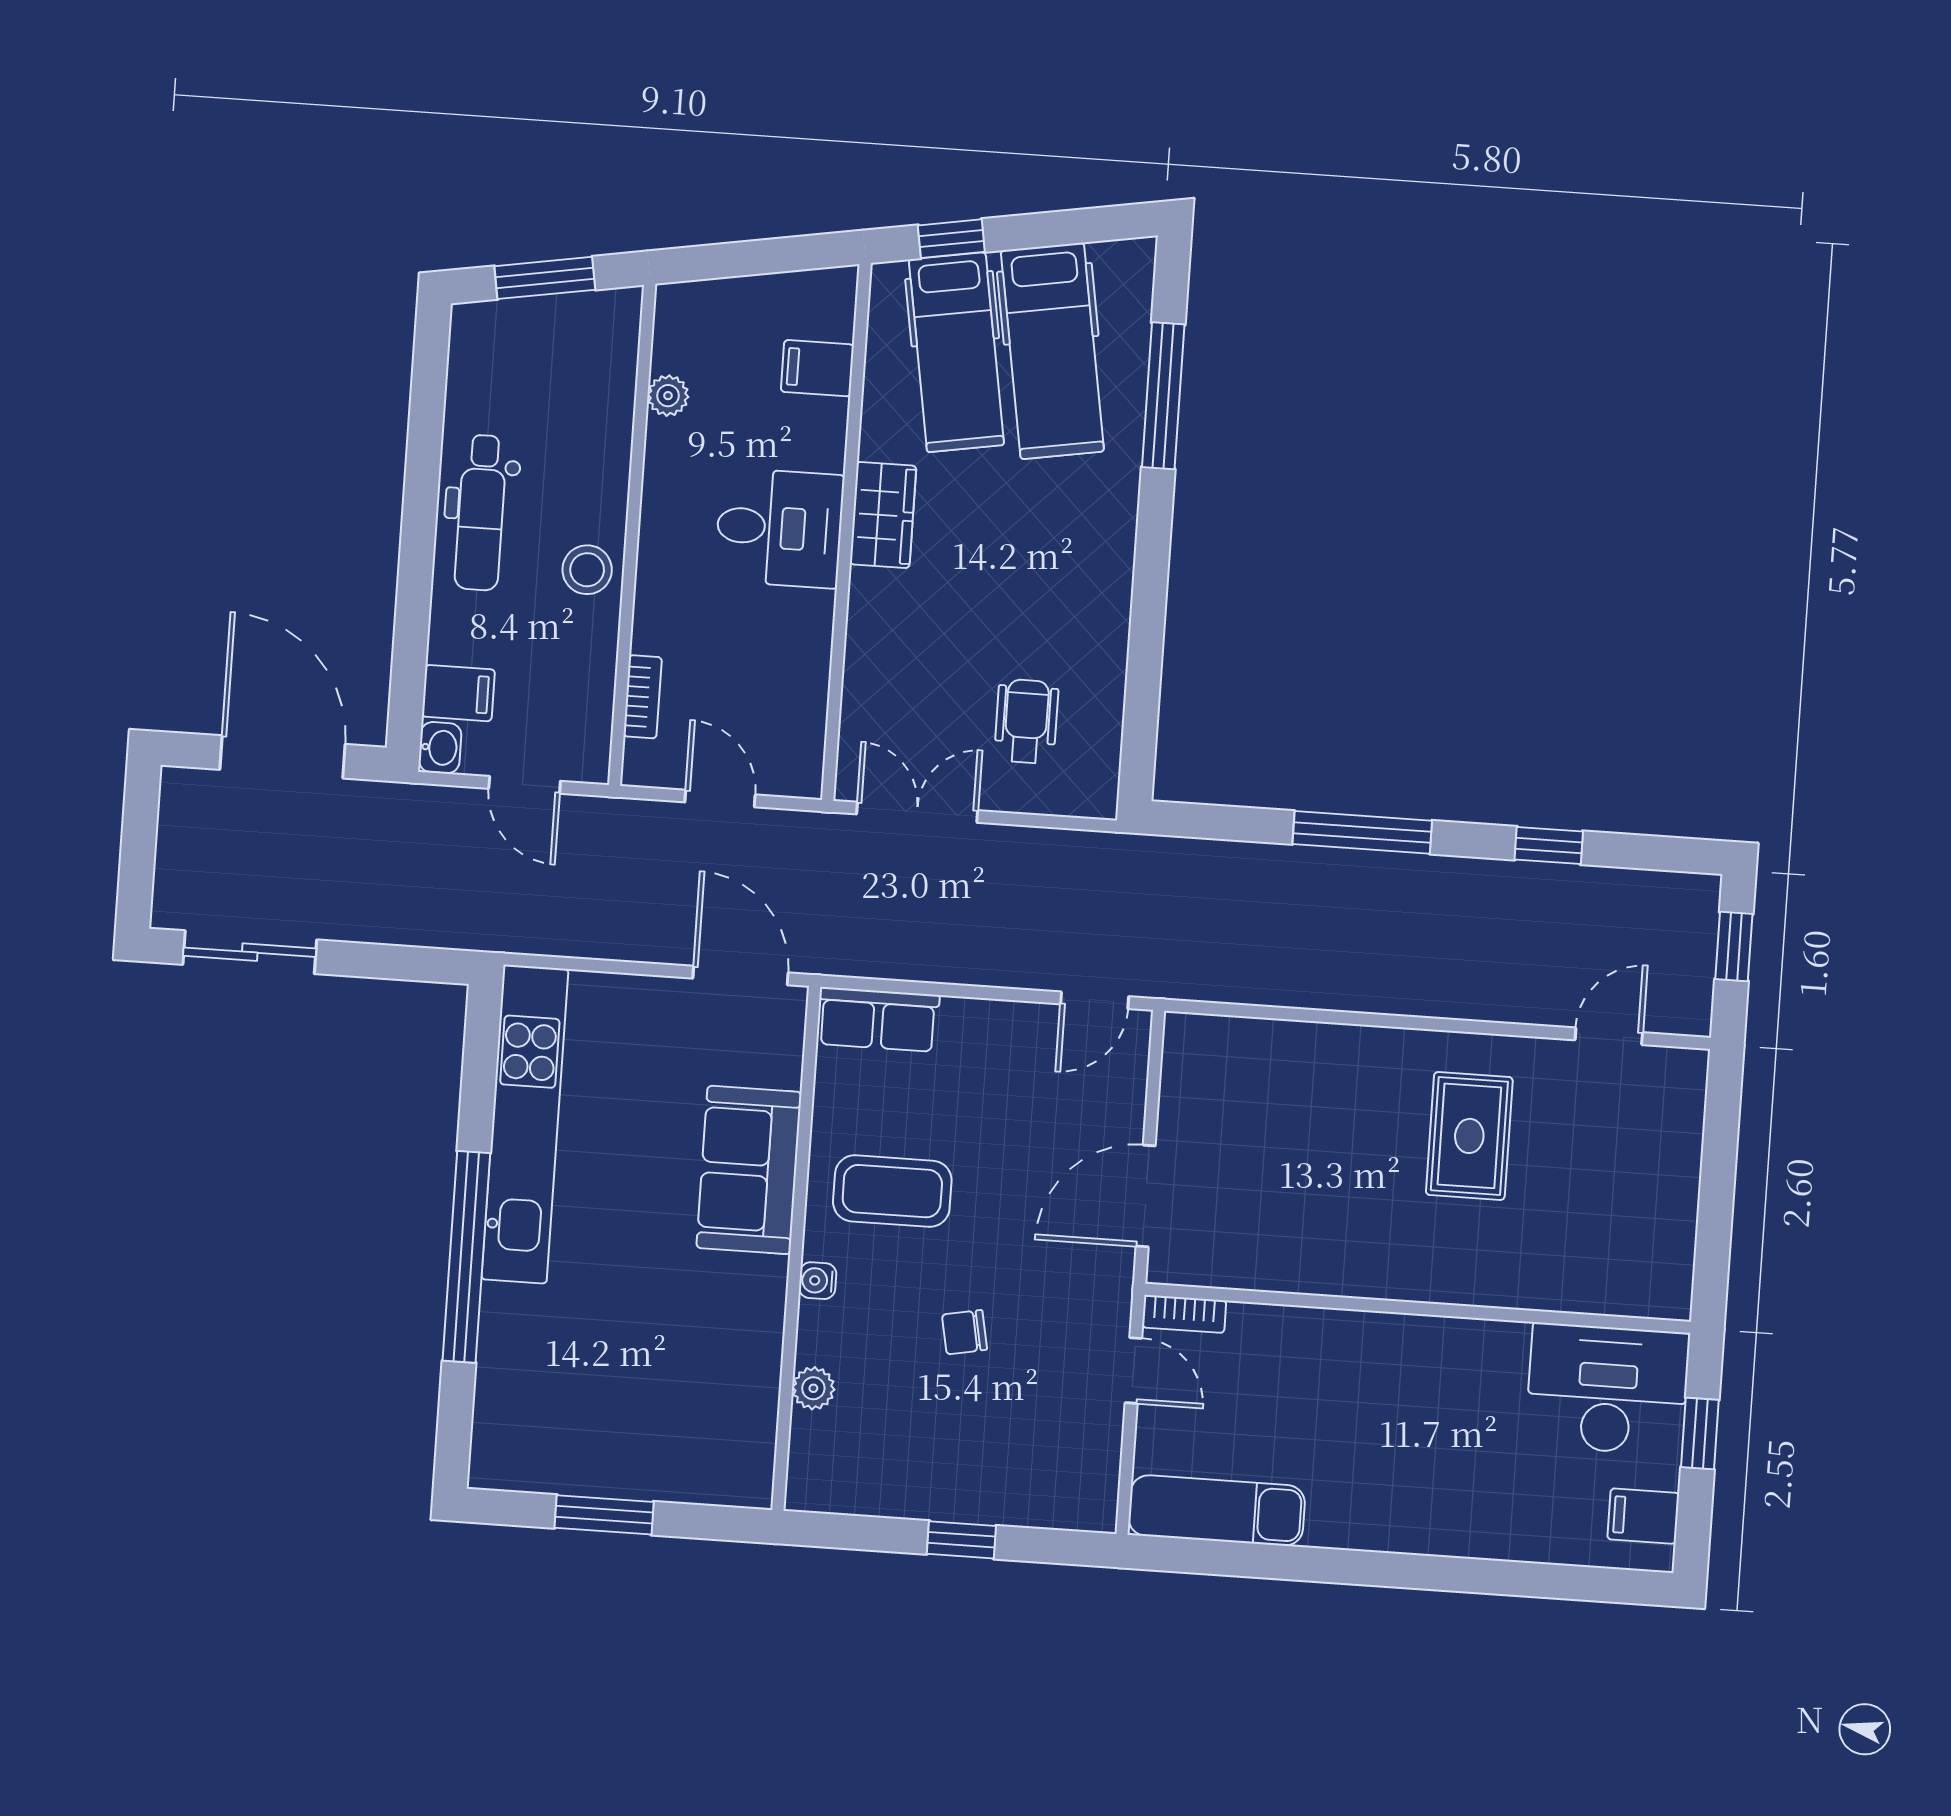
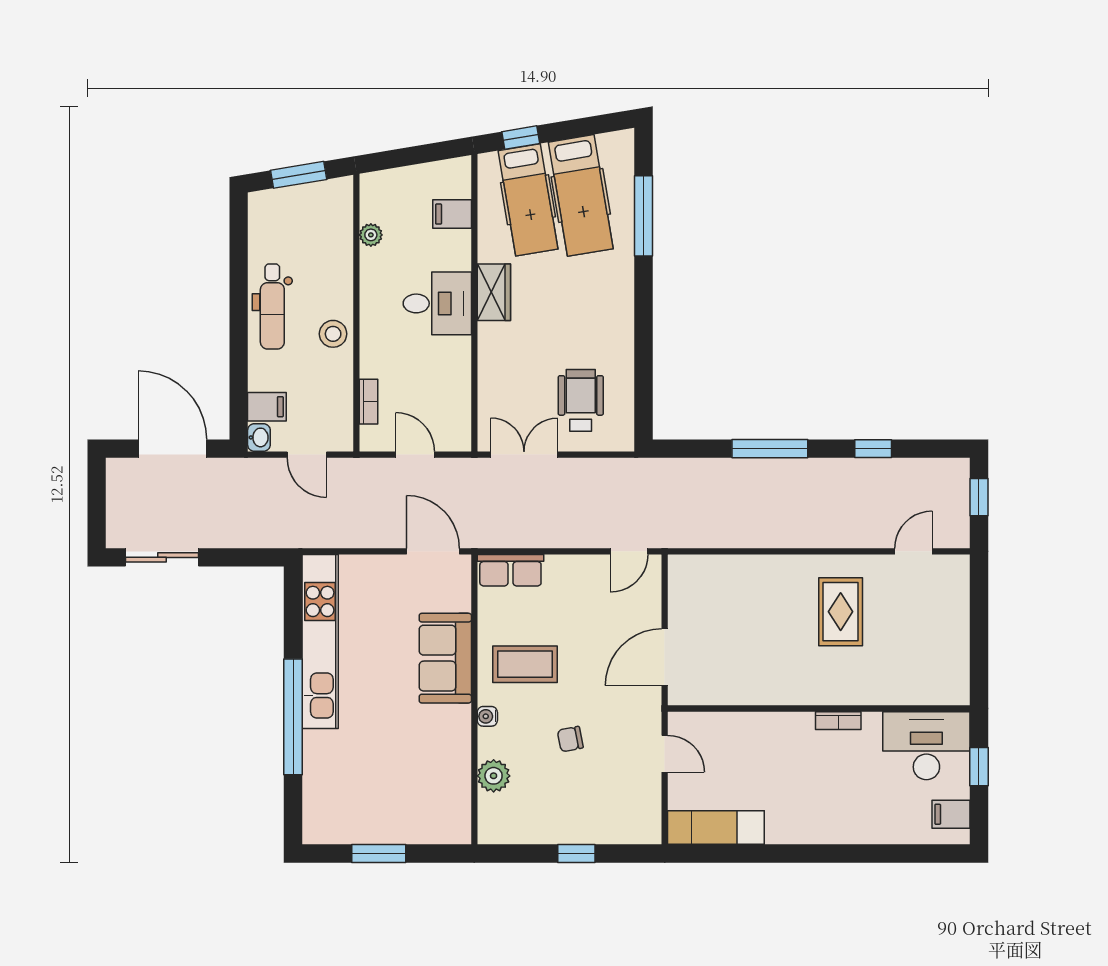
wheelchair: (1026, 721) -> (581, 400), width x1.36, depth x1.37
bookcase: (1184, 1314) -> (838, 721), moved
plant: (813, 1388) -> (494, 776), width x1.38, depth x1.38

